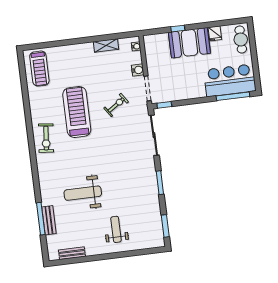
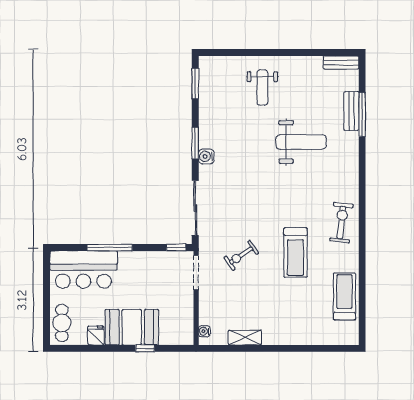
treadmill: (39, 69) -> (344, 296), moved
water cooler: (138, 70) -> (206, 156), moved
window: (233, 96) -> (110, 248), moved
treadmill: (77, 112) -> (296, 253), width x0.73, depth x0.73
bench: (72, 253) -> (341, 63), moved

